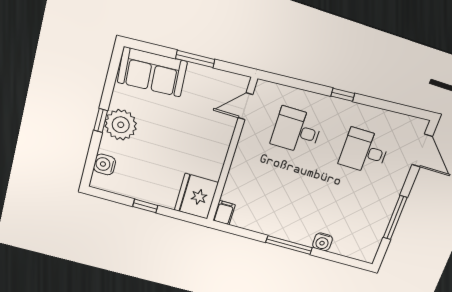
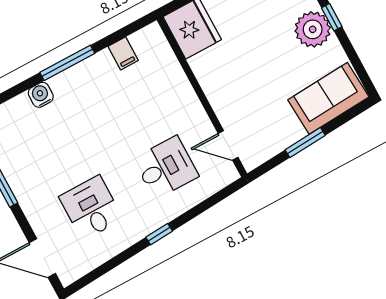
door: (246, 106) -> (228, 145), swing flipped
desk: (364, 151) -> (91, 208), turned -90
filing cabinet: (224, 213) -> (123, 53), moved

